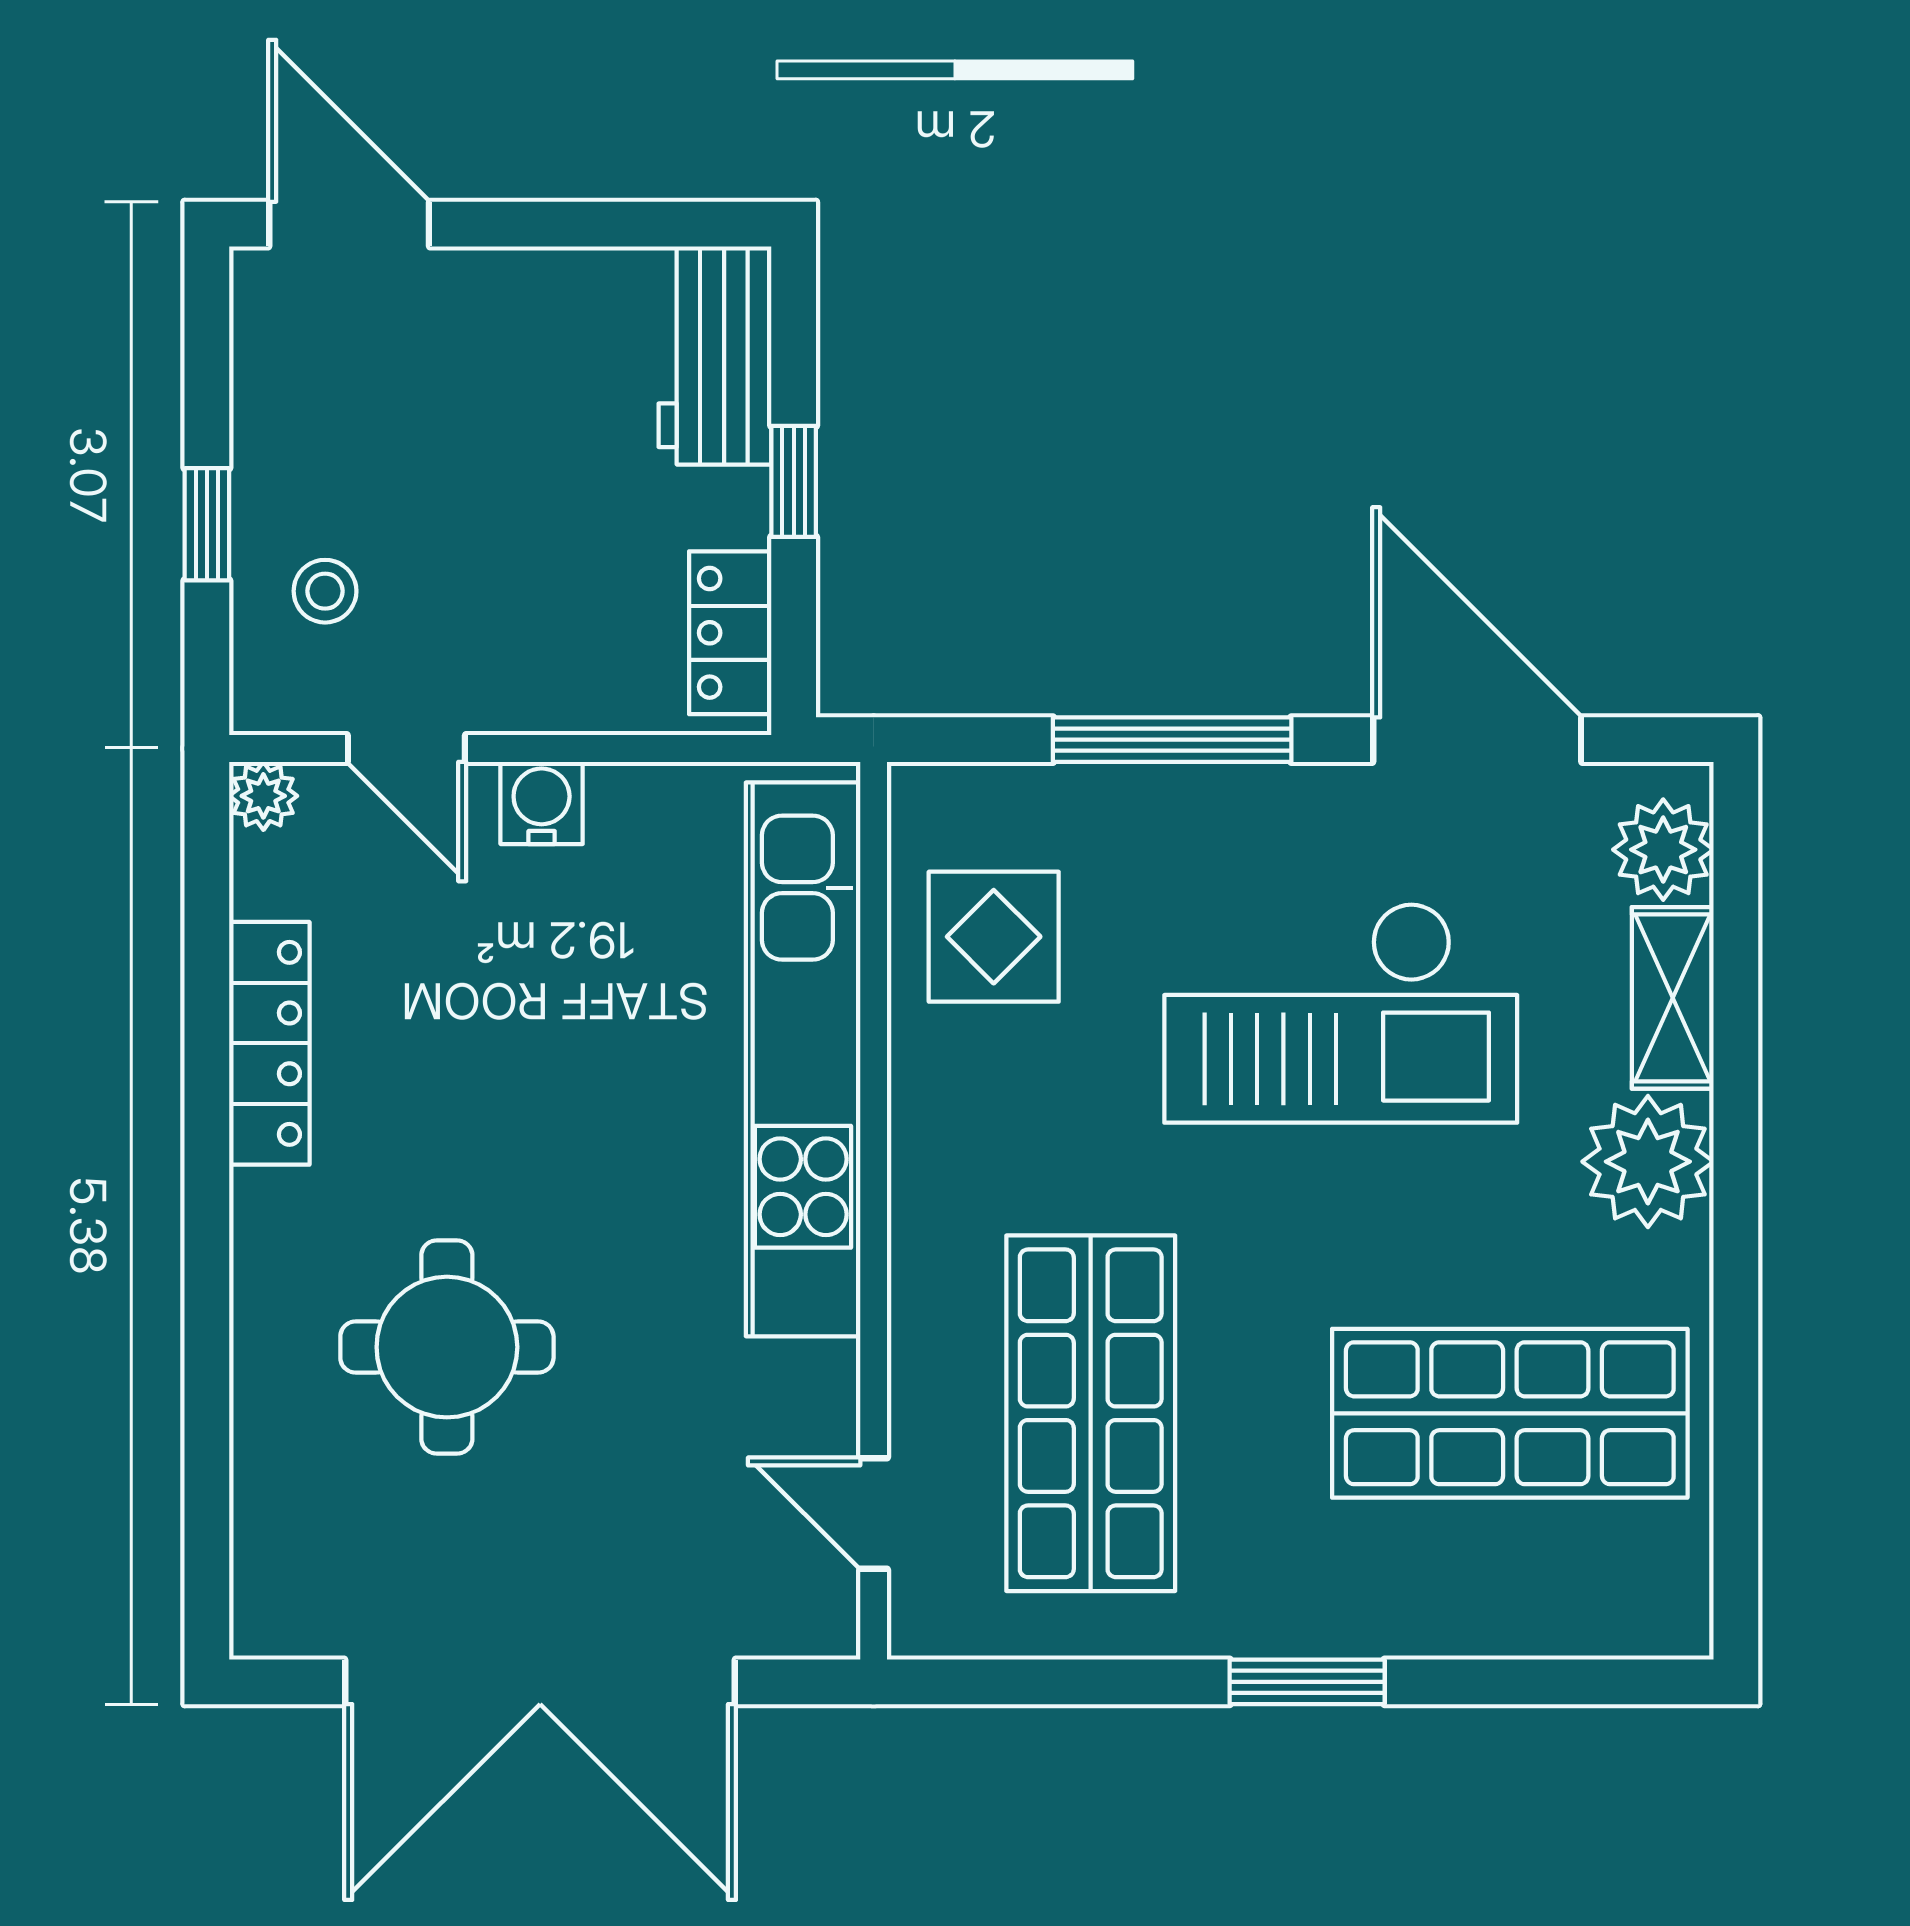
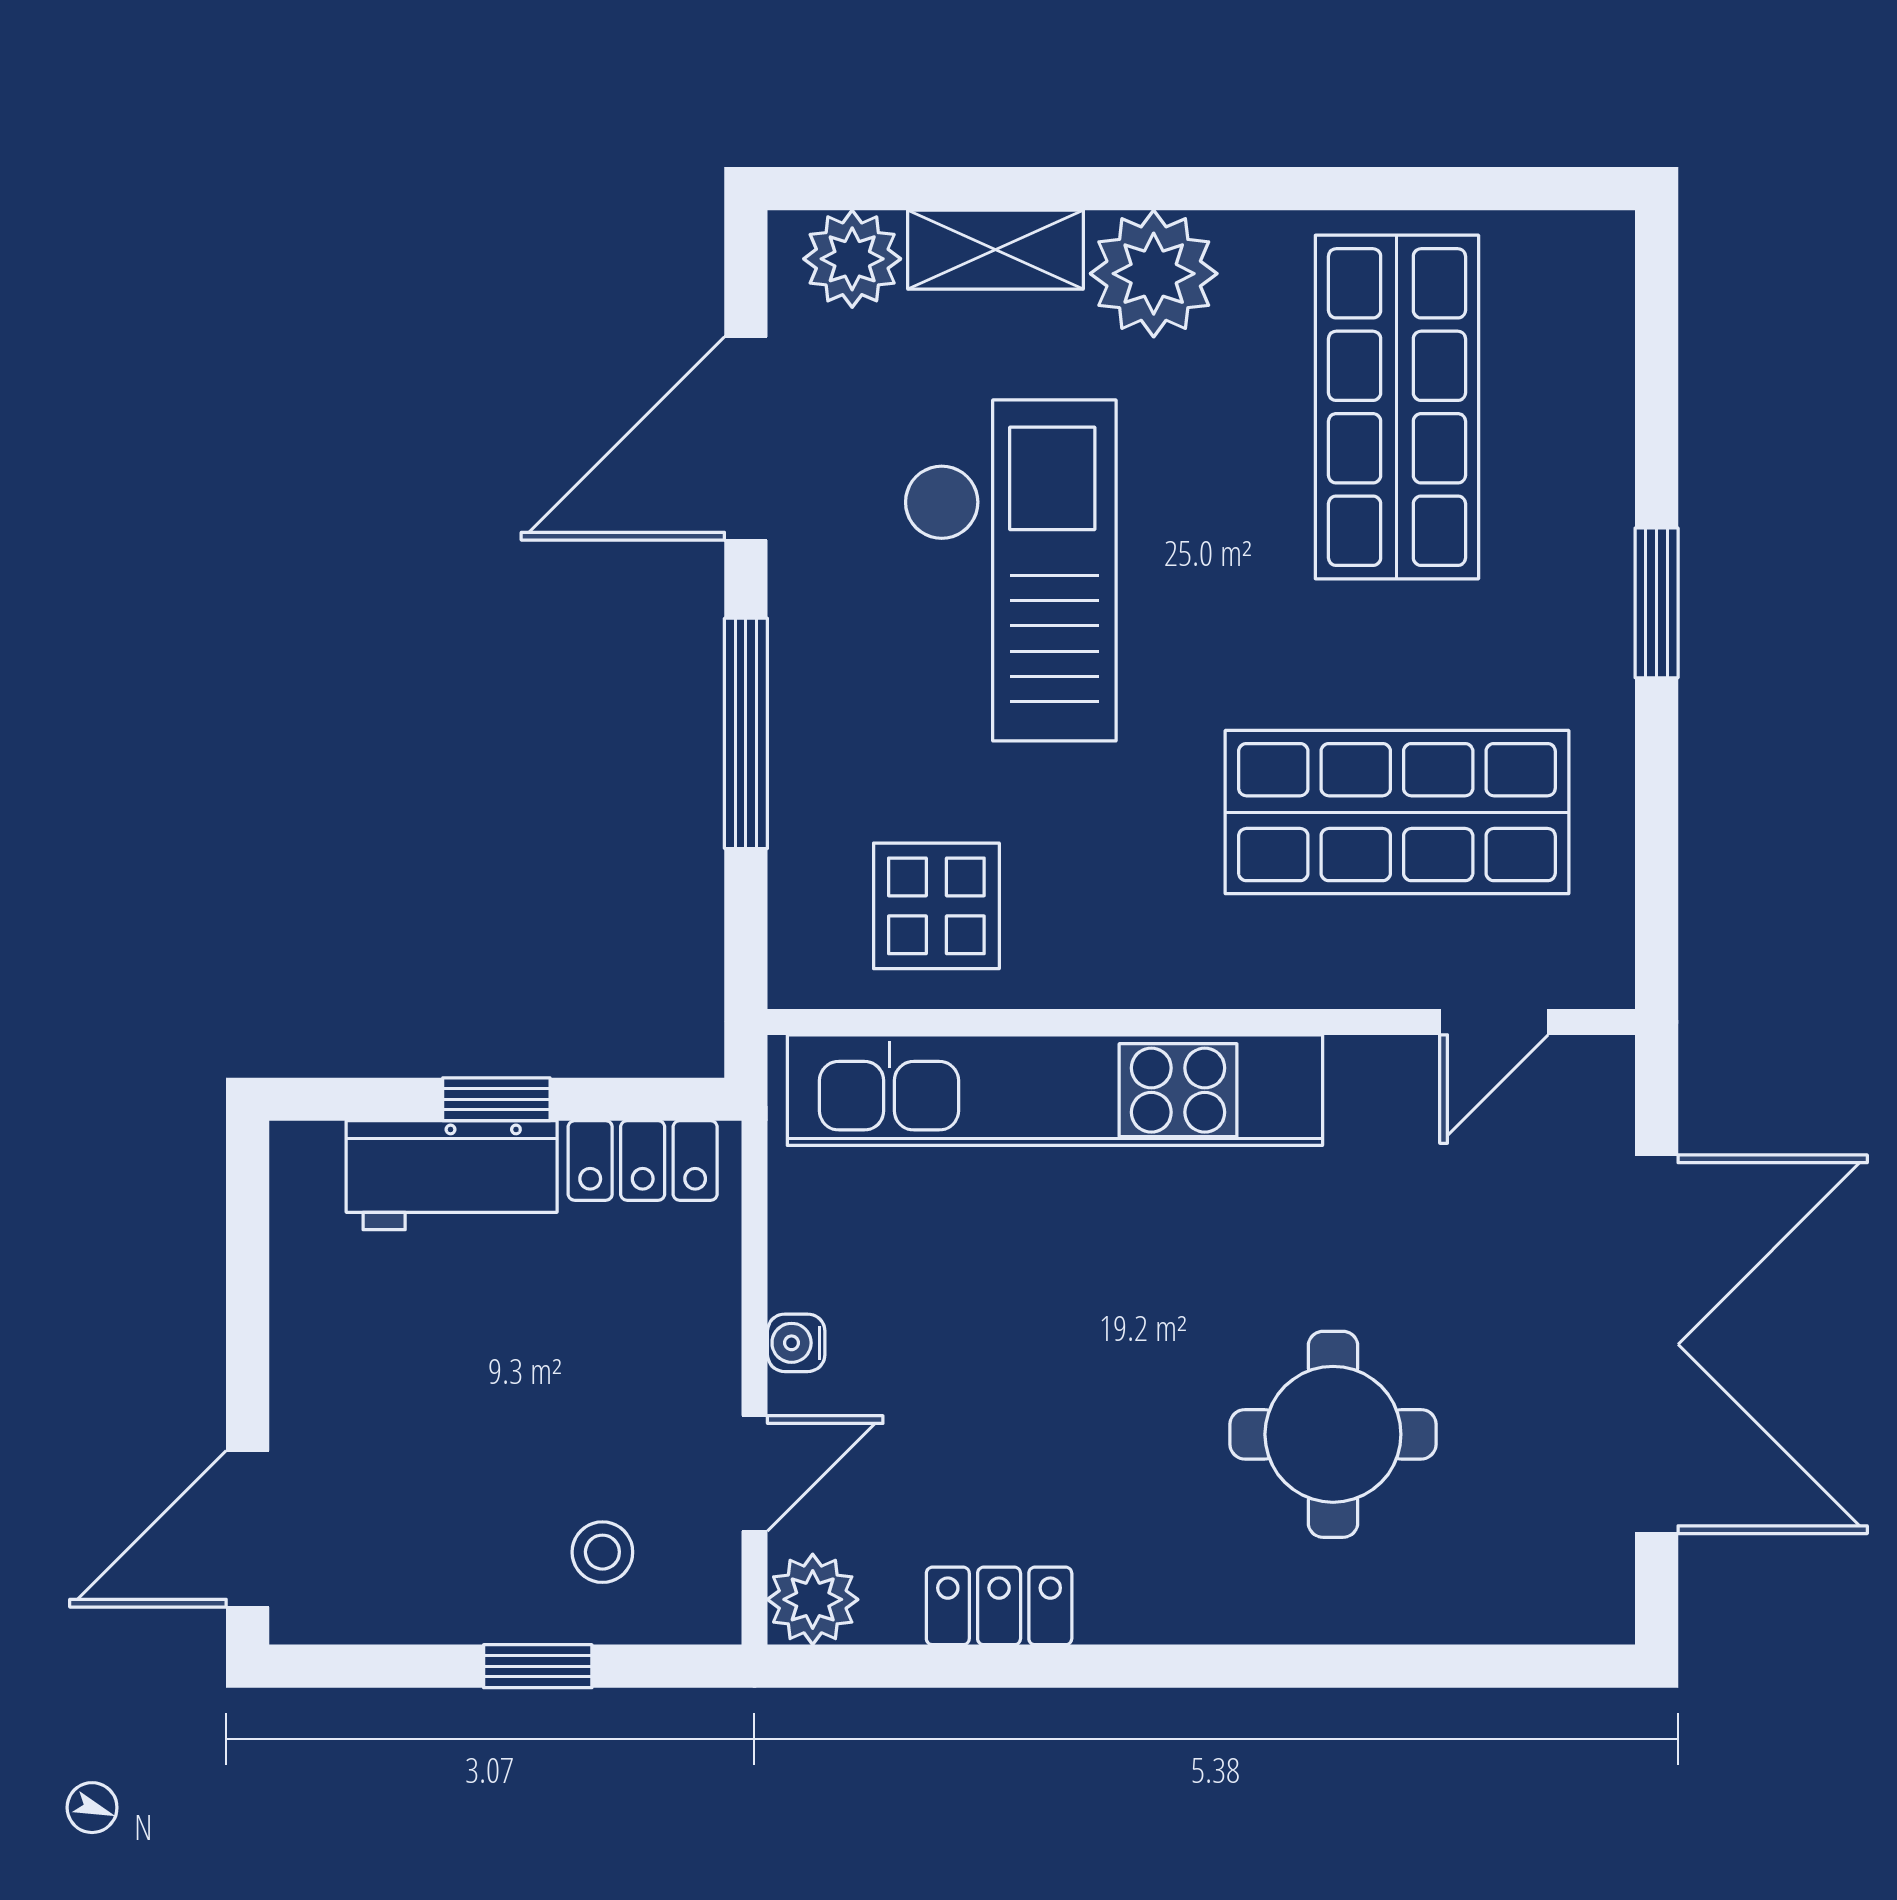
workbench: (715, 355) -> (452, 1175), moved
plant: (263, 796) -> (813, 1599), width x1.38, depth x1.38
water cooler: (542, 803) -> (796, 1343), width x0.72, depth x0.72
locker: (269, 1043) -> (999, 1606), width x0.66

